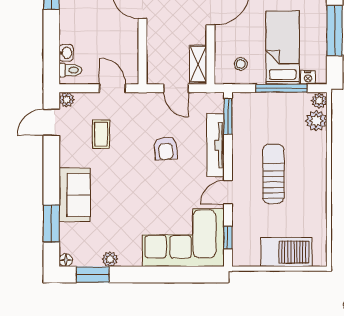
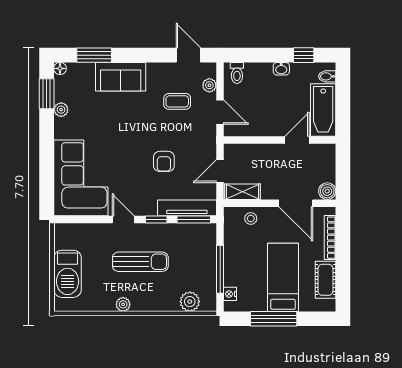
bed: (283, 48) -> (283, 277), moved, turned -90
washbasin: (66, 53) -> (281, 69), moved
stool: (241, 64) -> (251, 218), moved
door: (113, 88) -> (220, 112), hinge flipped
plant: (67, 100) -> (209, 85), moved
plant: (319, 101) -> (123, 304), moved
tv unit: (215, 145) -> (187, 208), moved
armchair: (166, 148) -> (164, 161), turned -85
window: (228, 237) -> (156, 219), moved

